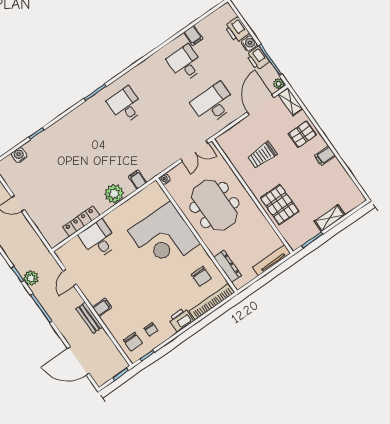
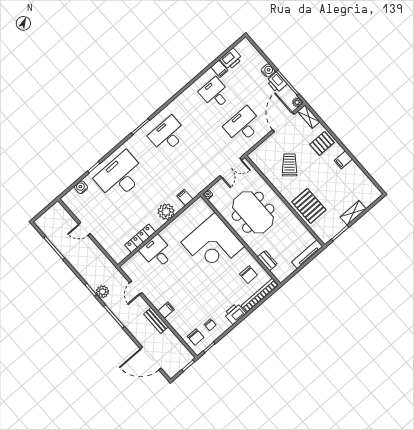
printer: (237, 30) -> (231, 59), moved, turned -90
desk: (125, 105) -> (168, 135), width x1.37
desk: (66, 147) -> (120, 176), added
trolley: (262, 155) -> (289, 165), turned 131
dresser: (228, 266) -> (267, 261), width x0.70

